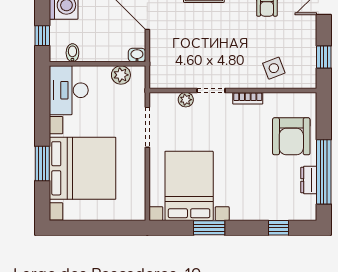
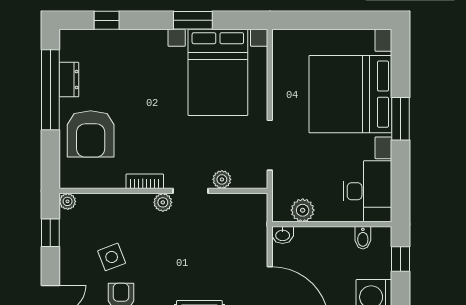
side table: (274, 68) -> (112, 257), moved
plant: (233, 81) -> (163, 202), added
plant: (310, 82) -> (68, 201), added
armchair: (291, 136) -> (91, 134), turned 180
window: (42, 164) -> (401, 119), moved

